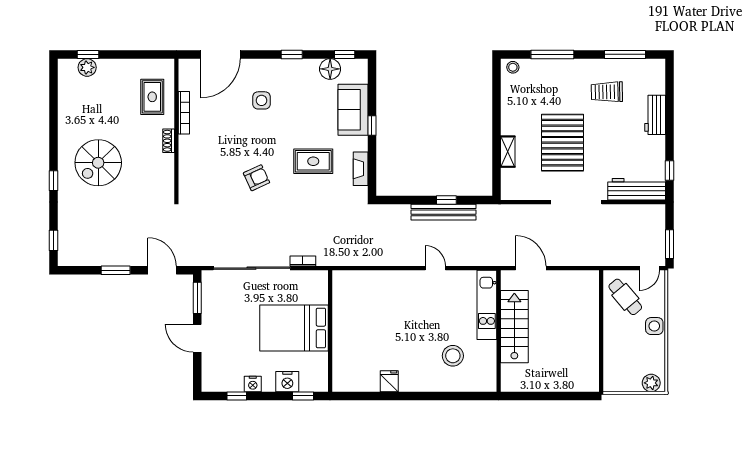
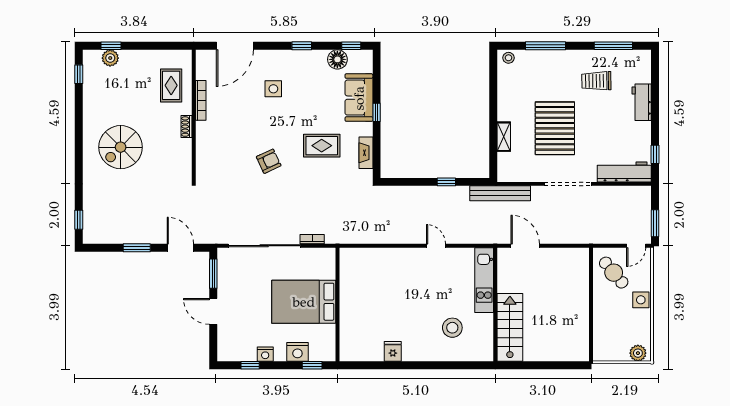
window: (54, 181) -> (79, 74), moved
bench: (444, 212) -> (500, 193), moved
stairs: (514, 327) -> (510, 327), moved

